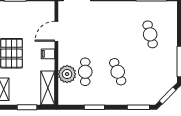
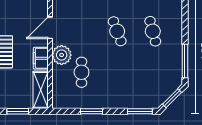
filing cabinet: (48, 54) -> (41, 58), width x2.00
cafe table: (118, 72) -> (117, 31), moved
plant: (67, 74) -> (62, 55), moved

